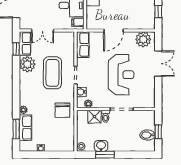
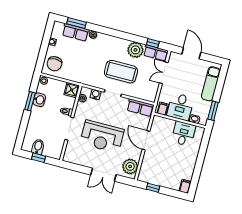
chair: (62, 110) -> (54, 64), moved, turned -90
shower: (94, 117) -> (72, 90), moved

